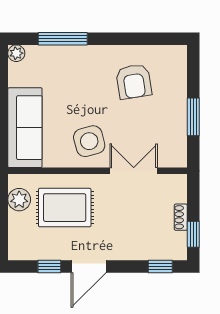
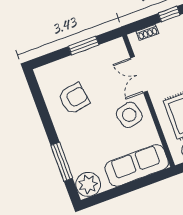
plant: (16, 53) -> (88, 184), width x1.87, depth x1.87
shoe rack: (181, 217) -> (147, 32), moved

